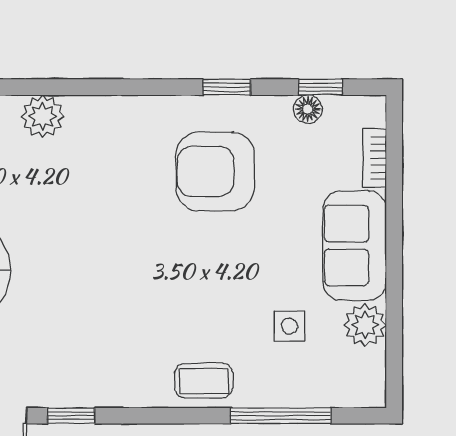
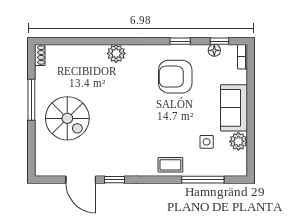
plant: (43, 116) -> (116, 53), moved
bookcase: (375, 158) -> (242, 57), moved

